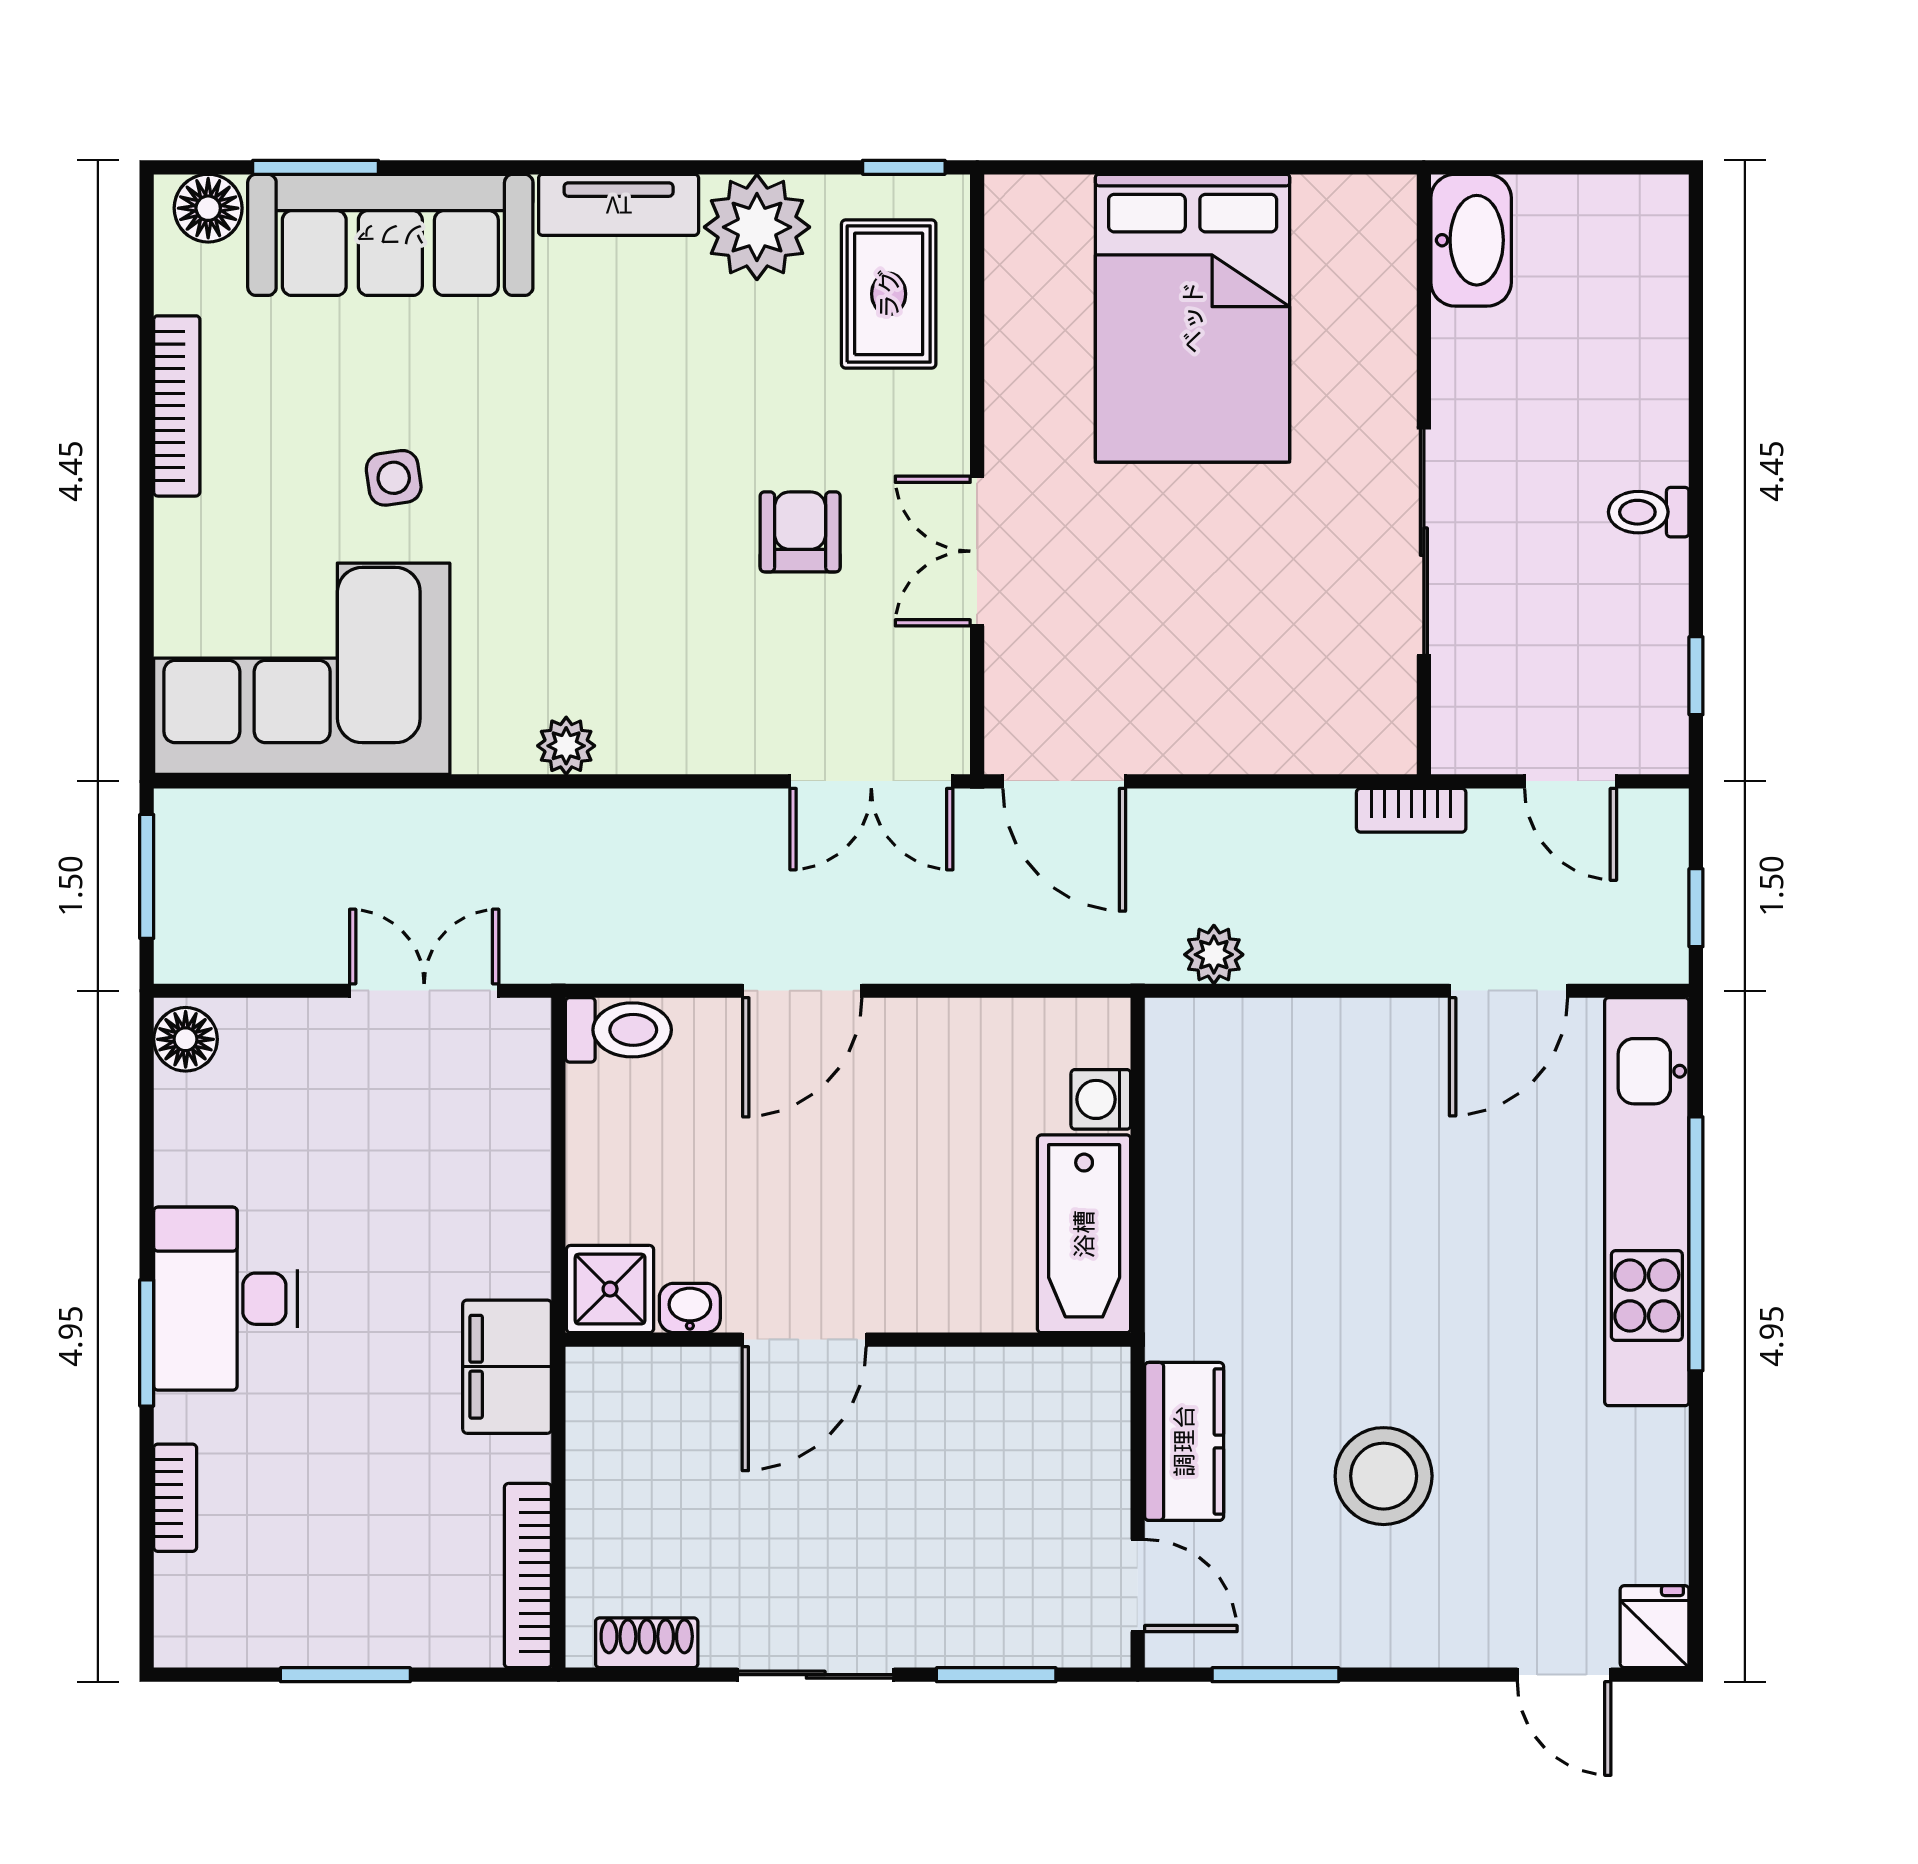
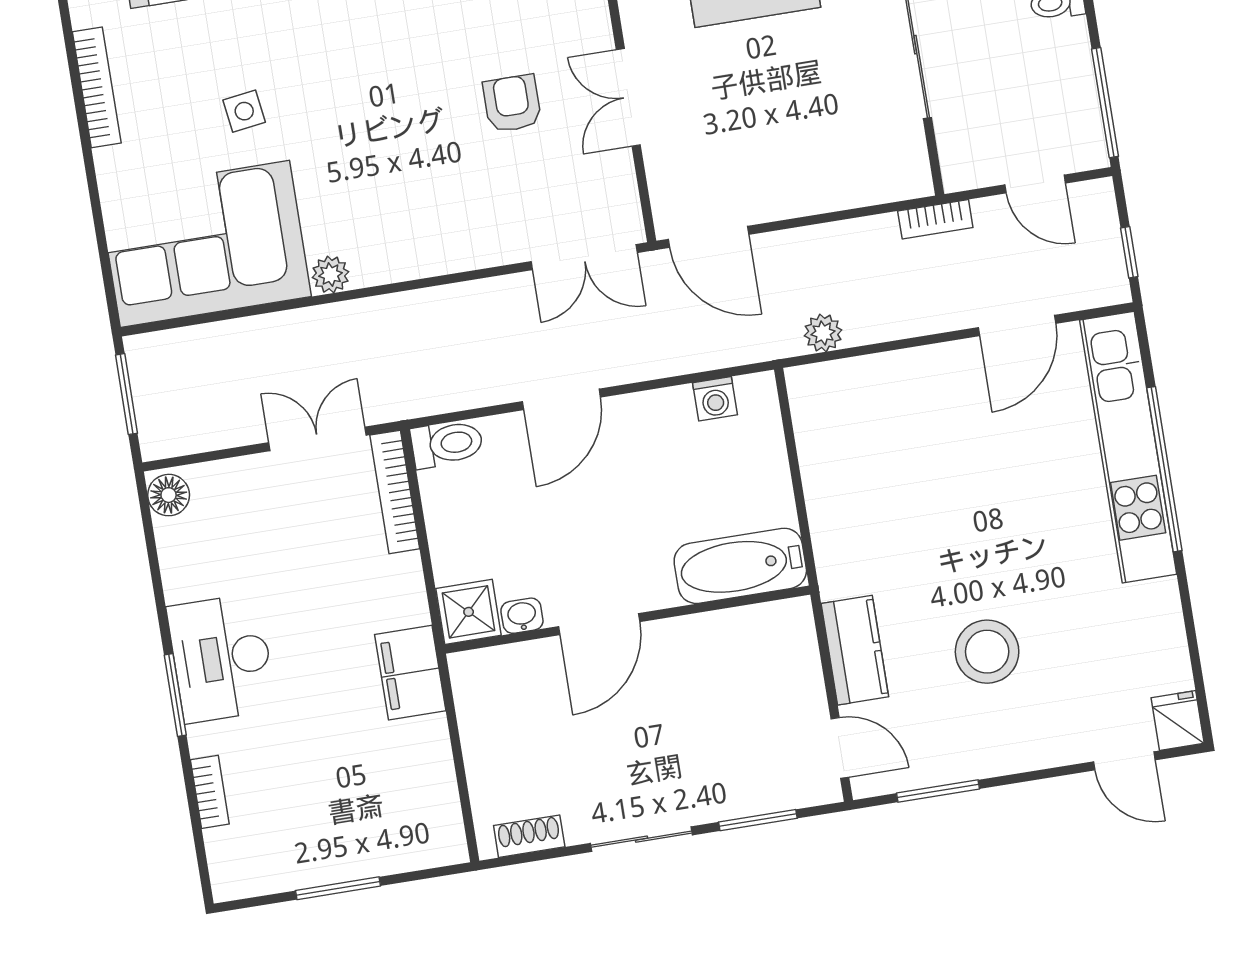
window: (1696, 676) -> (1105, 103), width x2.17
plant: (566, 746) -> (331, 275), moved
washing machine: (1101, 1099) -> (715, 399), moved, turned -90
bathtub: (1084, 1234) -> (740, 566), moved, turned 90
bookcase: (528, 1576) -> (395, 492), moved

